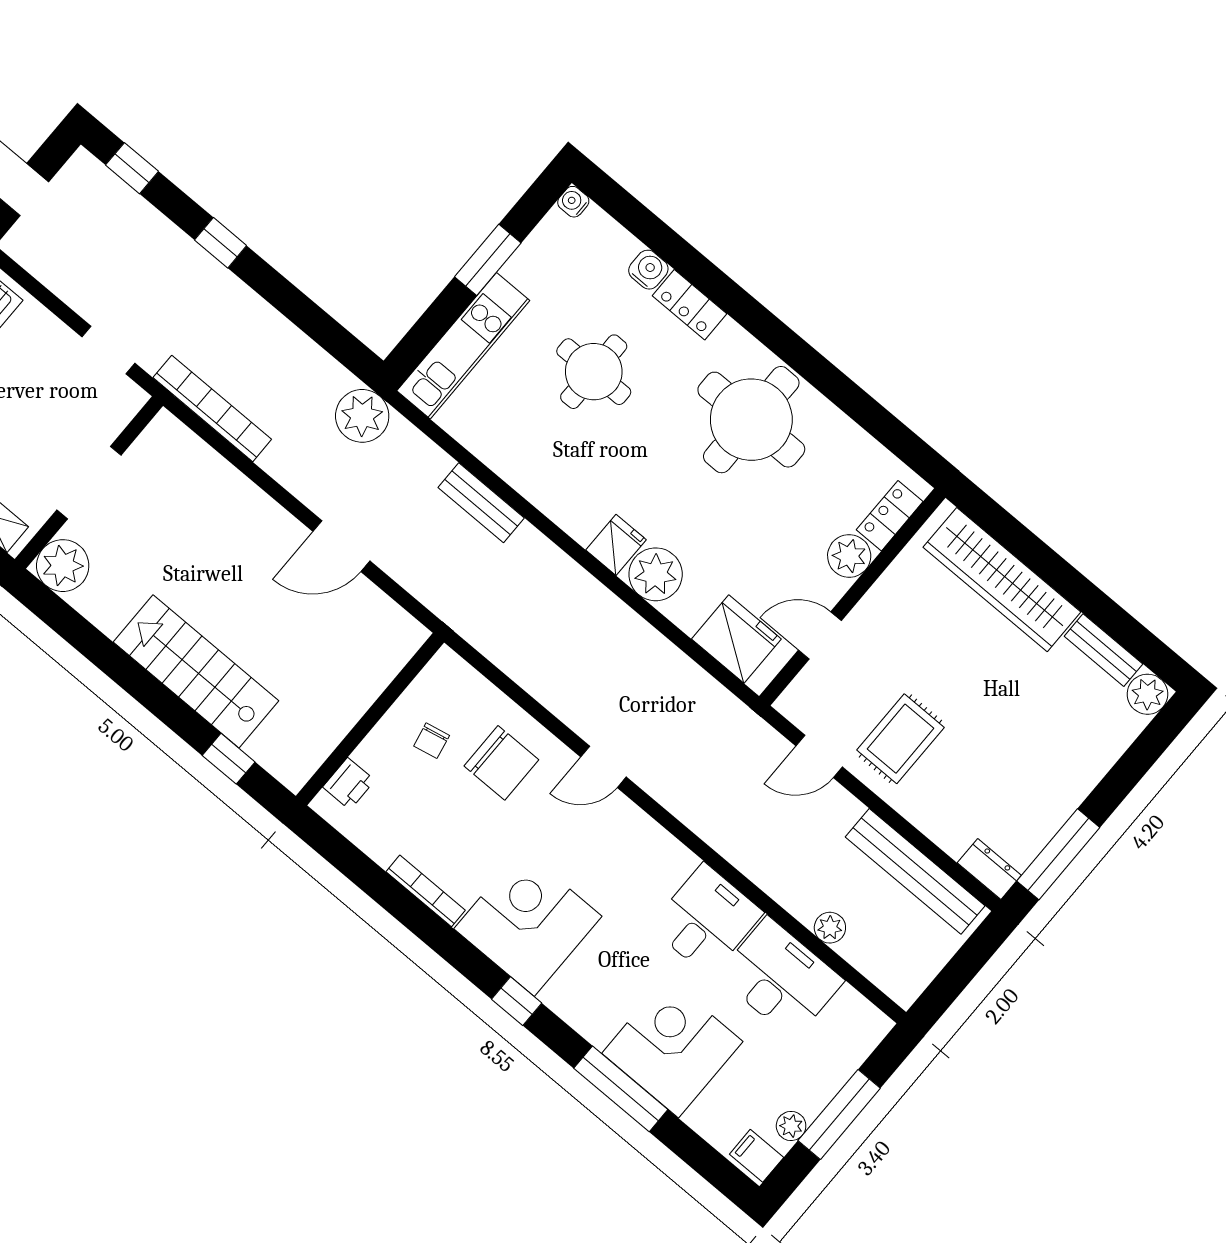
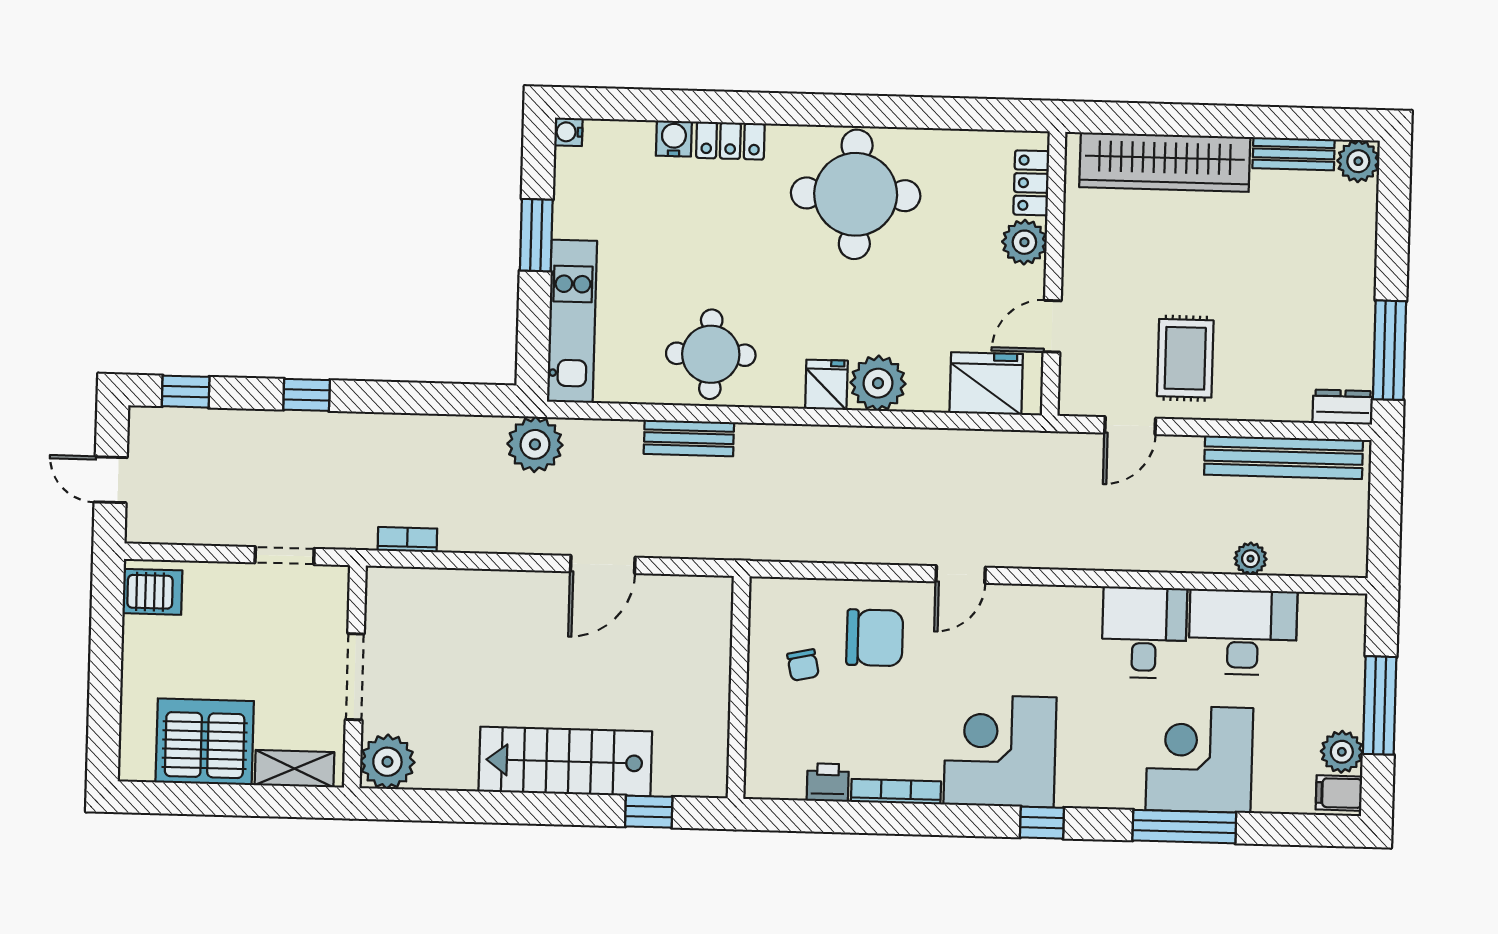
round table: (594, 372) -> (711, 354), moved
bookcase: (212, 408) -> (407, 540), width x0.43, depth x0.76
printer: (349, 784) -> (828, 783), moved, turned -90
plant: (791, 1126) -> (1342, 752), width x1.38, depth x1.38

